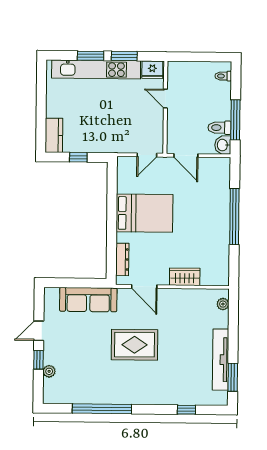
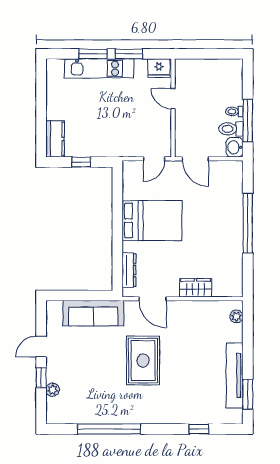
kitchen unit: (96, 69) -> (99, 68), width x0.73
toilet: (223, 76) -> (234, 111), moved
rug: (135, 345) -> (143, 361), turned 90

